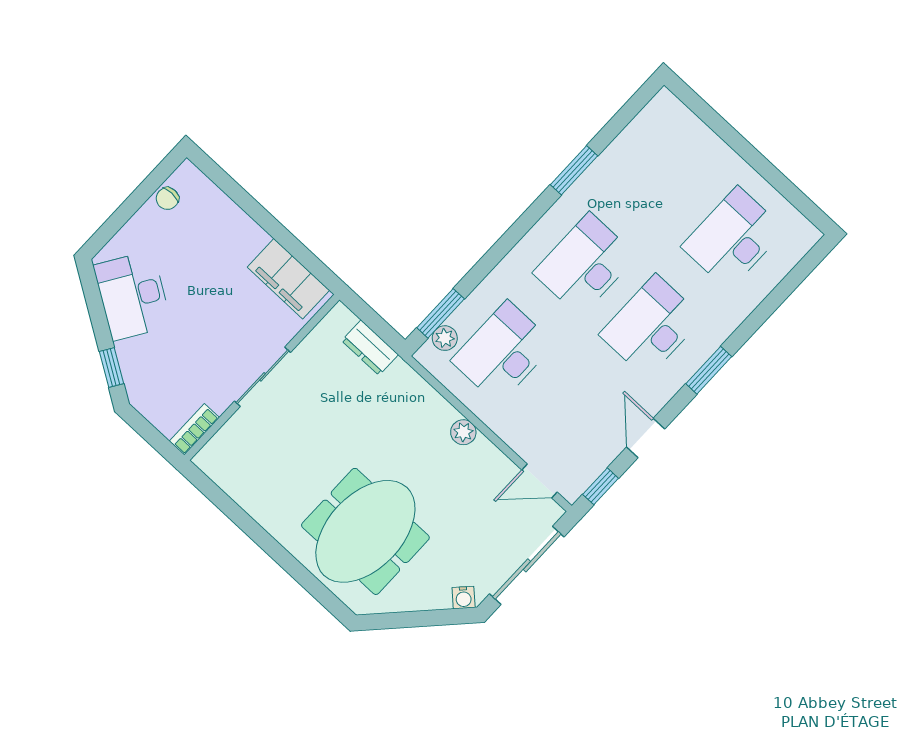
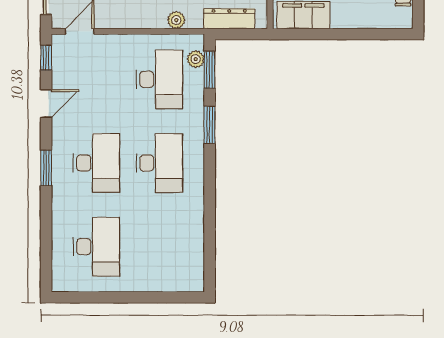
window: (574, 170) -> (210, 125), moved
dresser: (370, 348) -> (229, 19), width x1.44
plant: (463, 432) -> (176, 20), moved
door: (646, 438) -> (46, 104), hinge flipped

